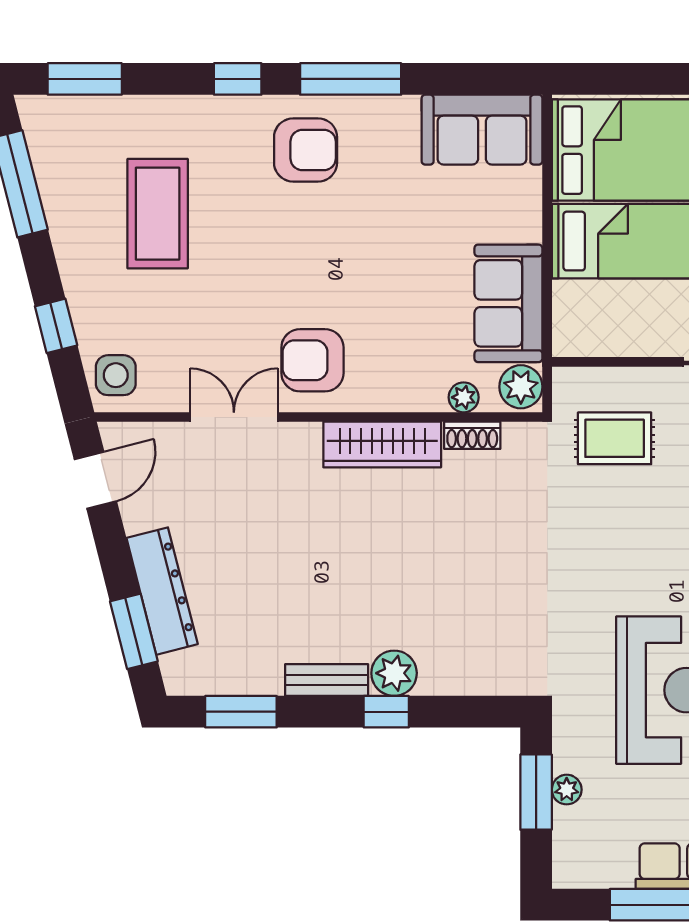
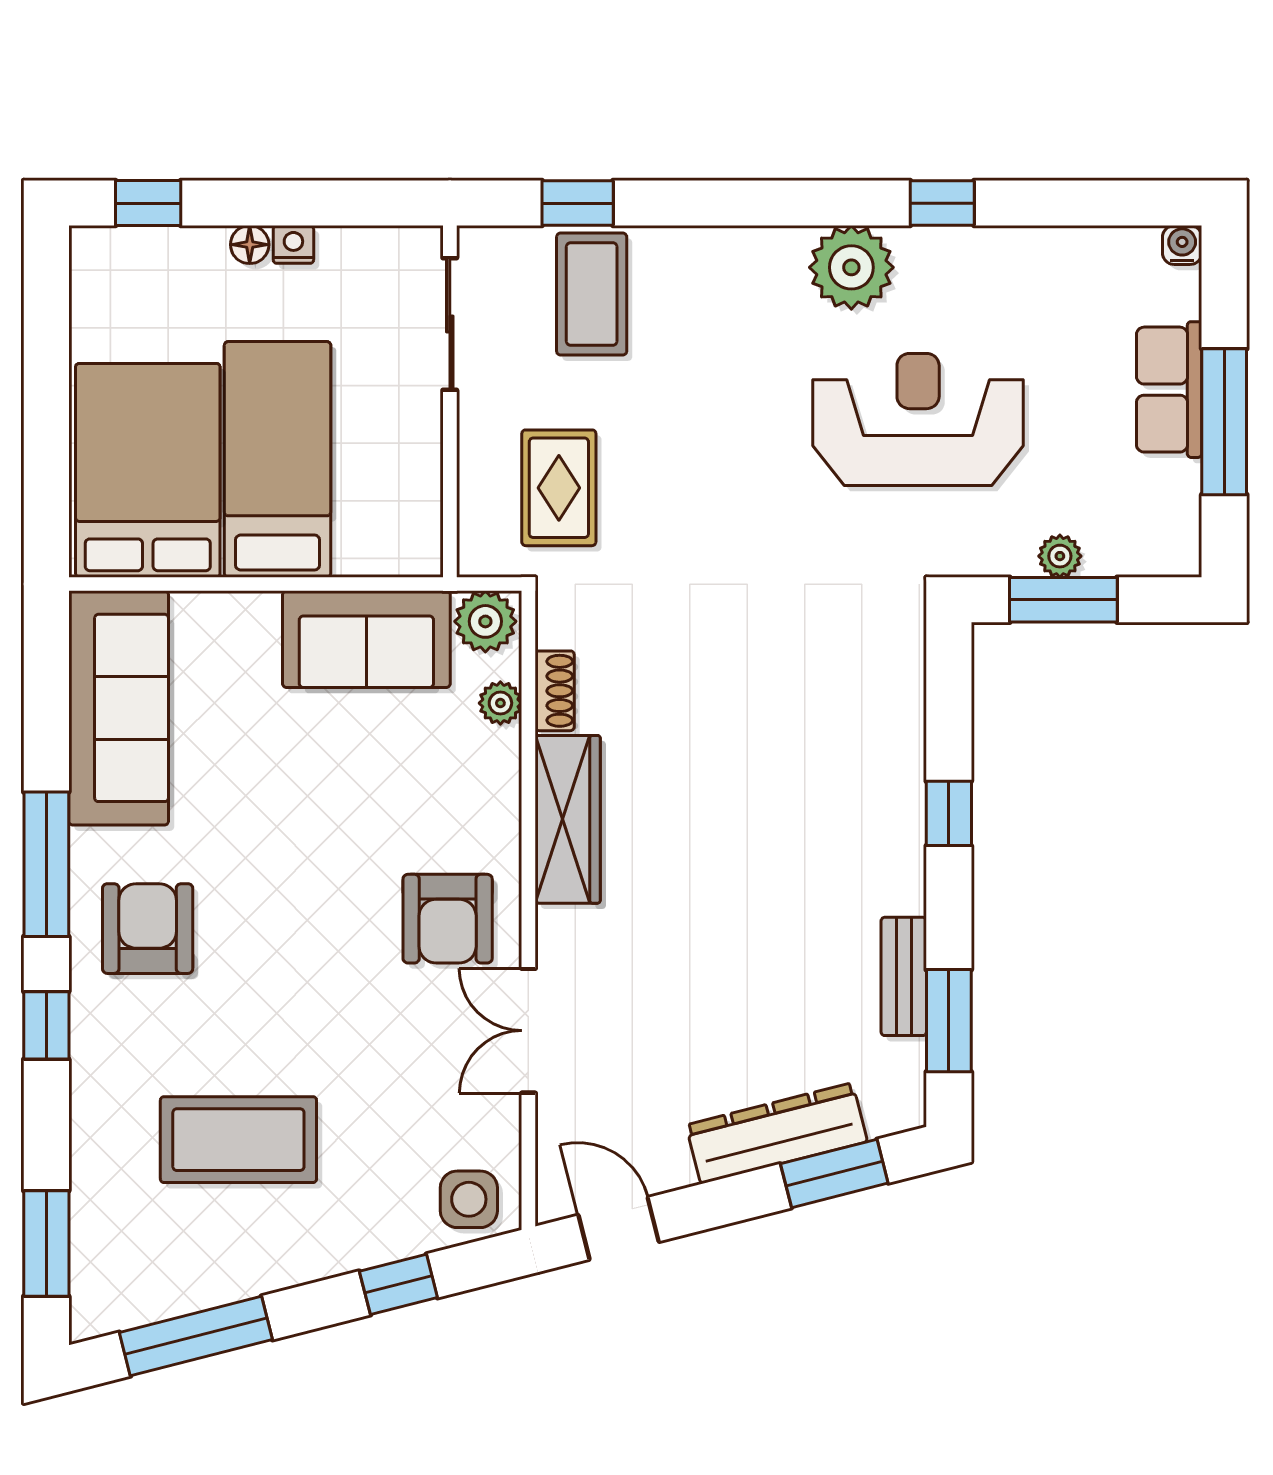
sofa: (482, 130) -> (119, 708), width x1.36
plant: (394, 673) -> (894, 802), removed
bench: (327, 680) -> (904, 976), moved

